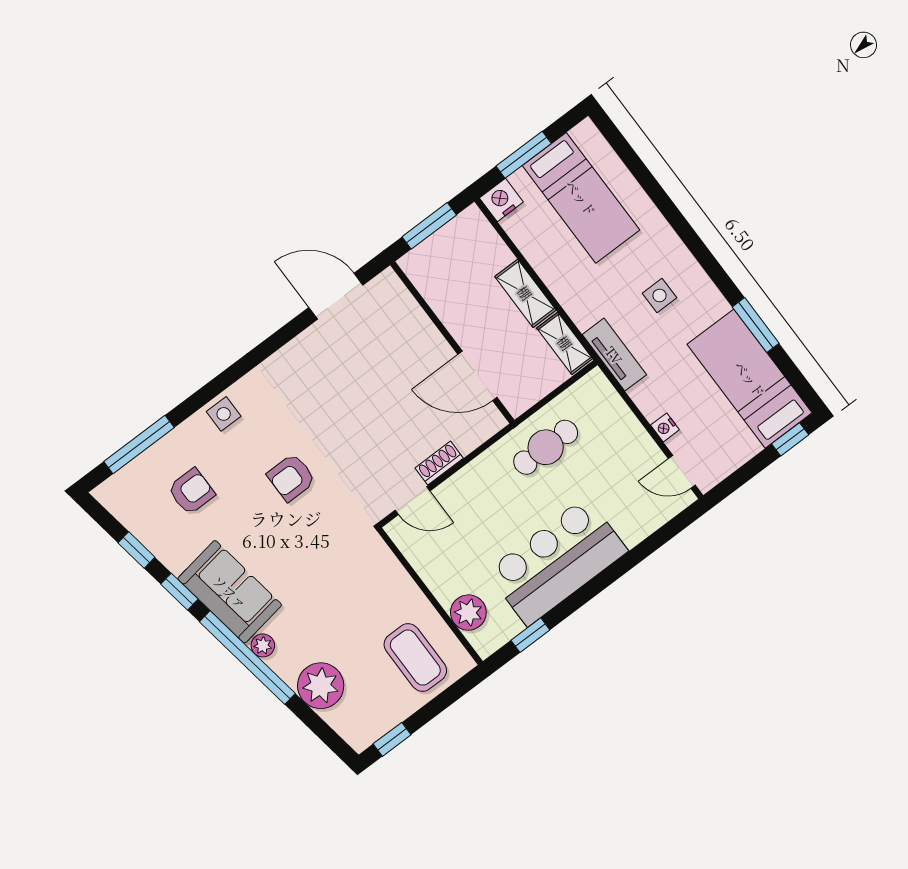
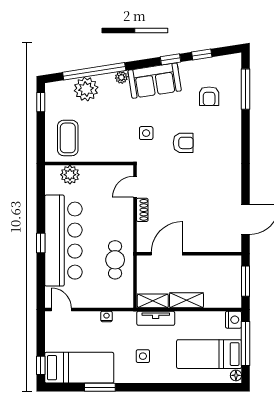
floor lamp: (583, 133) -> (236, 375), added
window: (524, 155) -> (246, 344), width x1.44
tv unit: (614, 355) -> (156, 318), moved
side table: (224, 414) -> (146, 133), moved
nightstand: (665, 427) -> (106, 316), moved
door: (682, 472) -> (61, 309), hinge flipped
armchair: (291, 477) -> (183, 143), turned 90
bar counter: (557, 561) -> (63, 241), width x1.36
window: (530, 635) -> (41, 243), moved
window: (247, 658) -> (94, 71), moved
coffee table: (415, 658) -> (68, 138), turned 90

